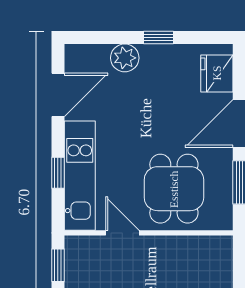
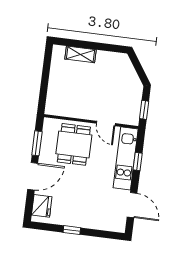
plant: (125, 58) -> (92, 221), removed
door: (58, 95) -> (132, 205), swing flipped

